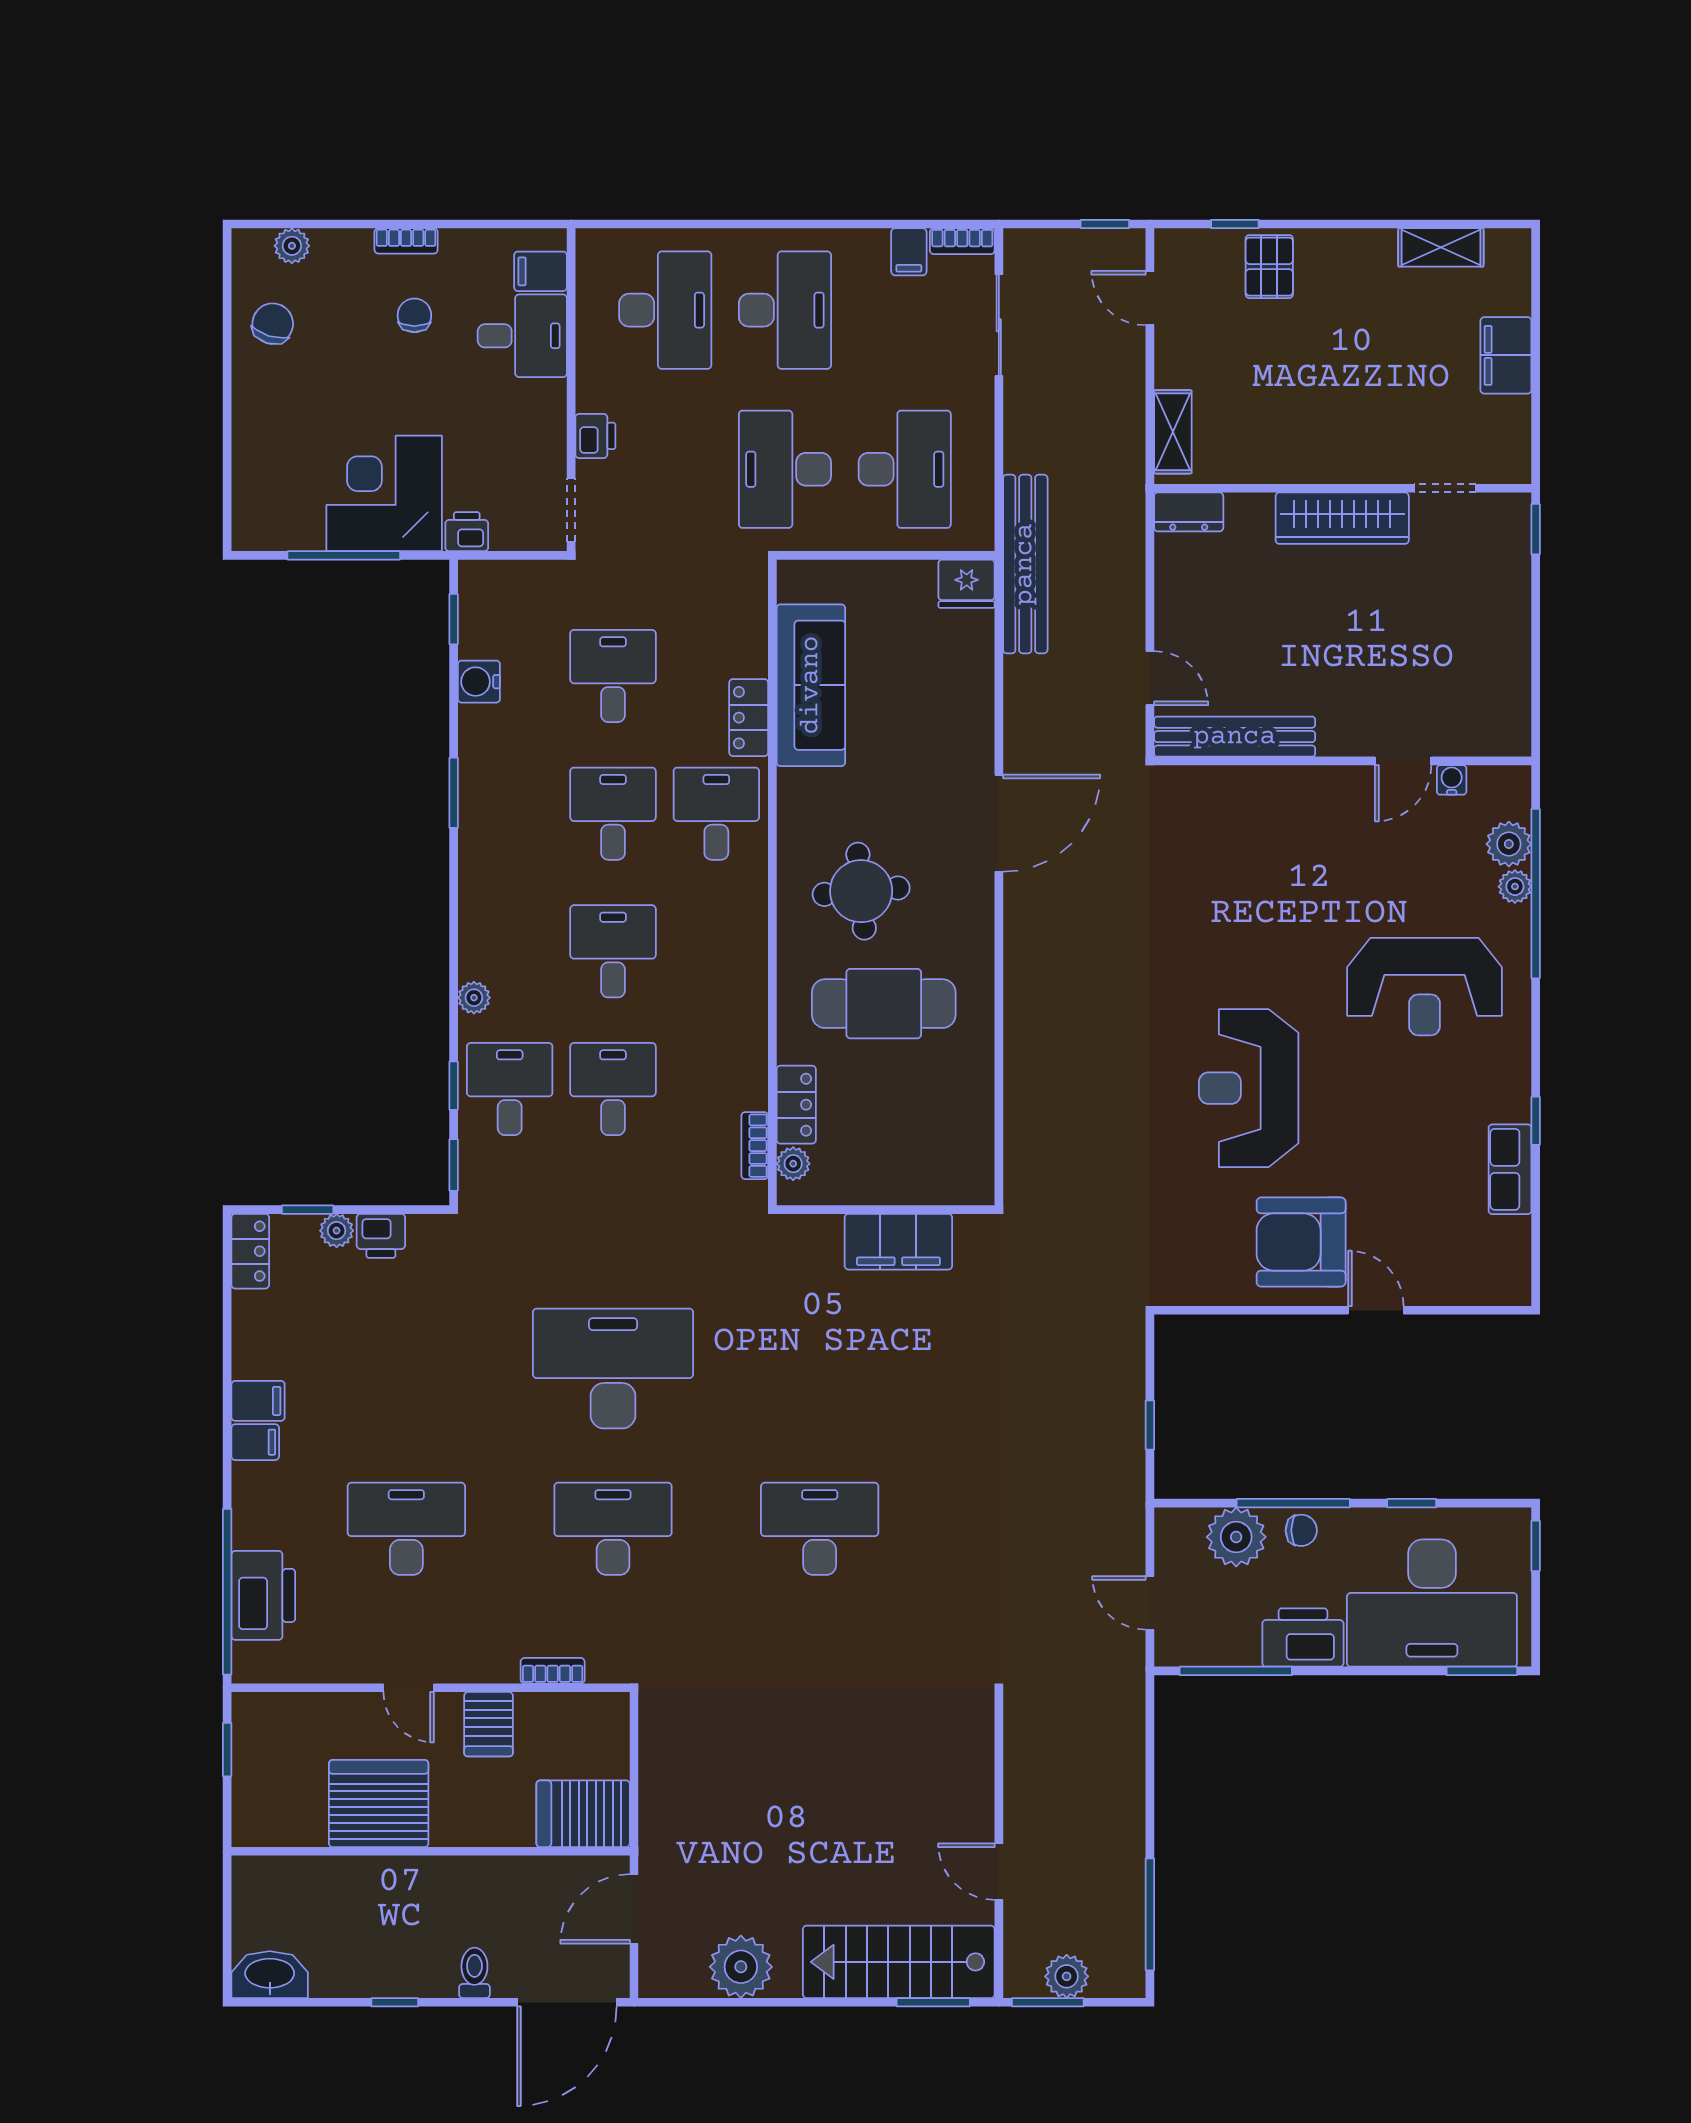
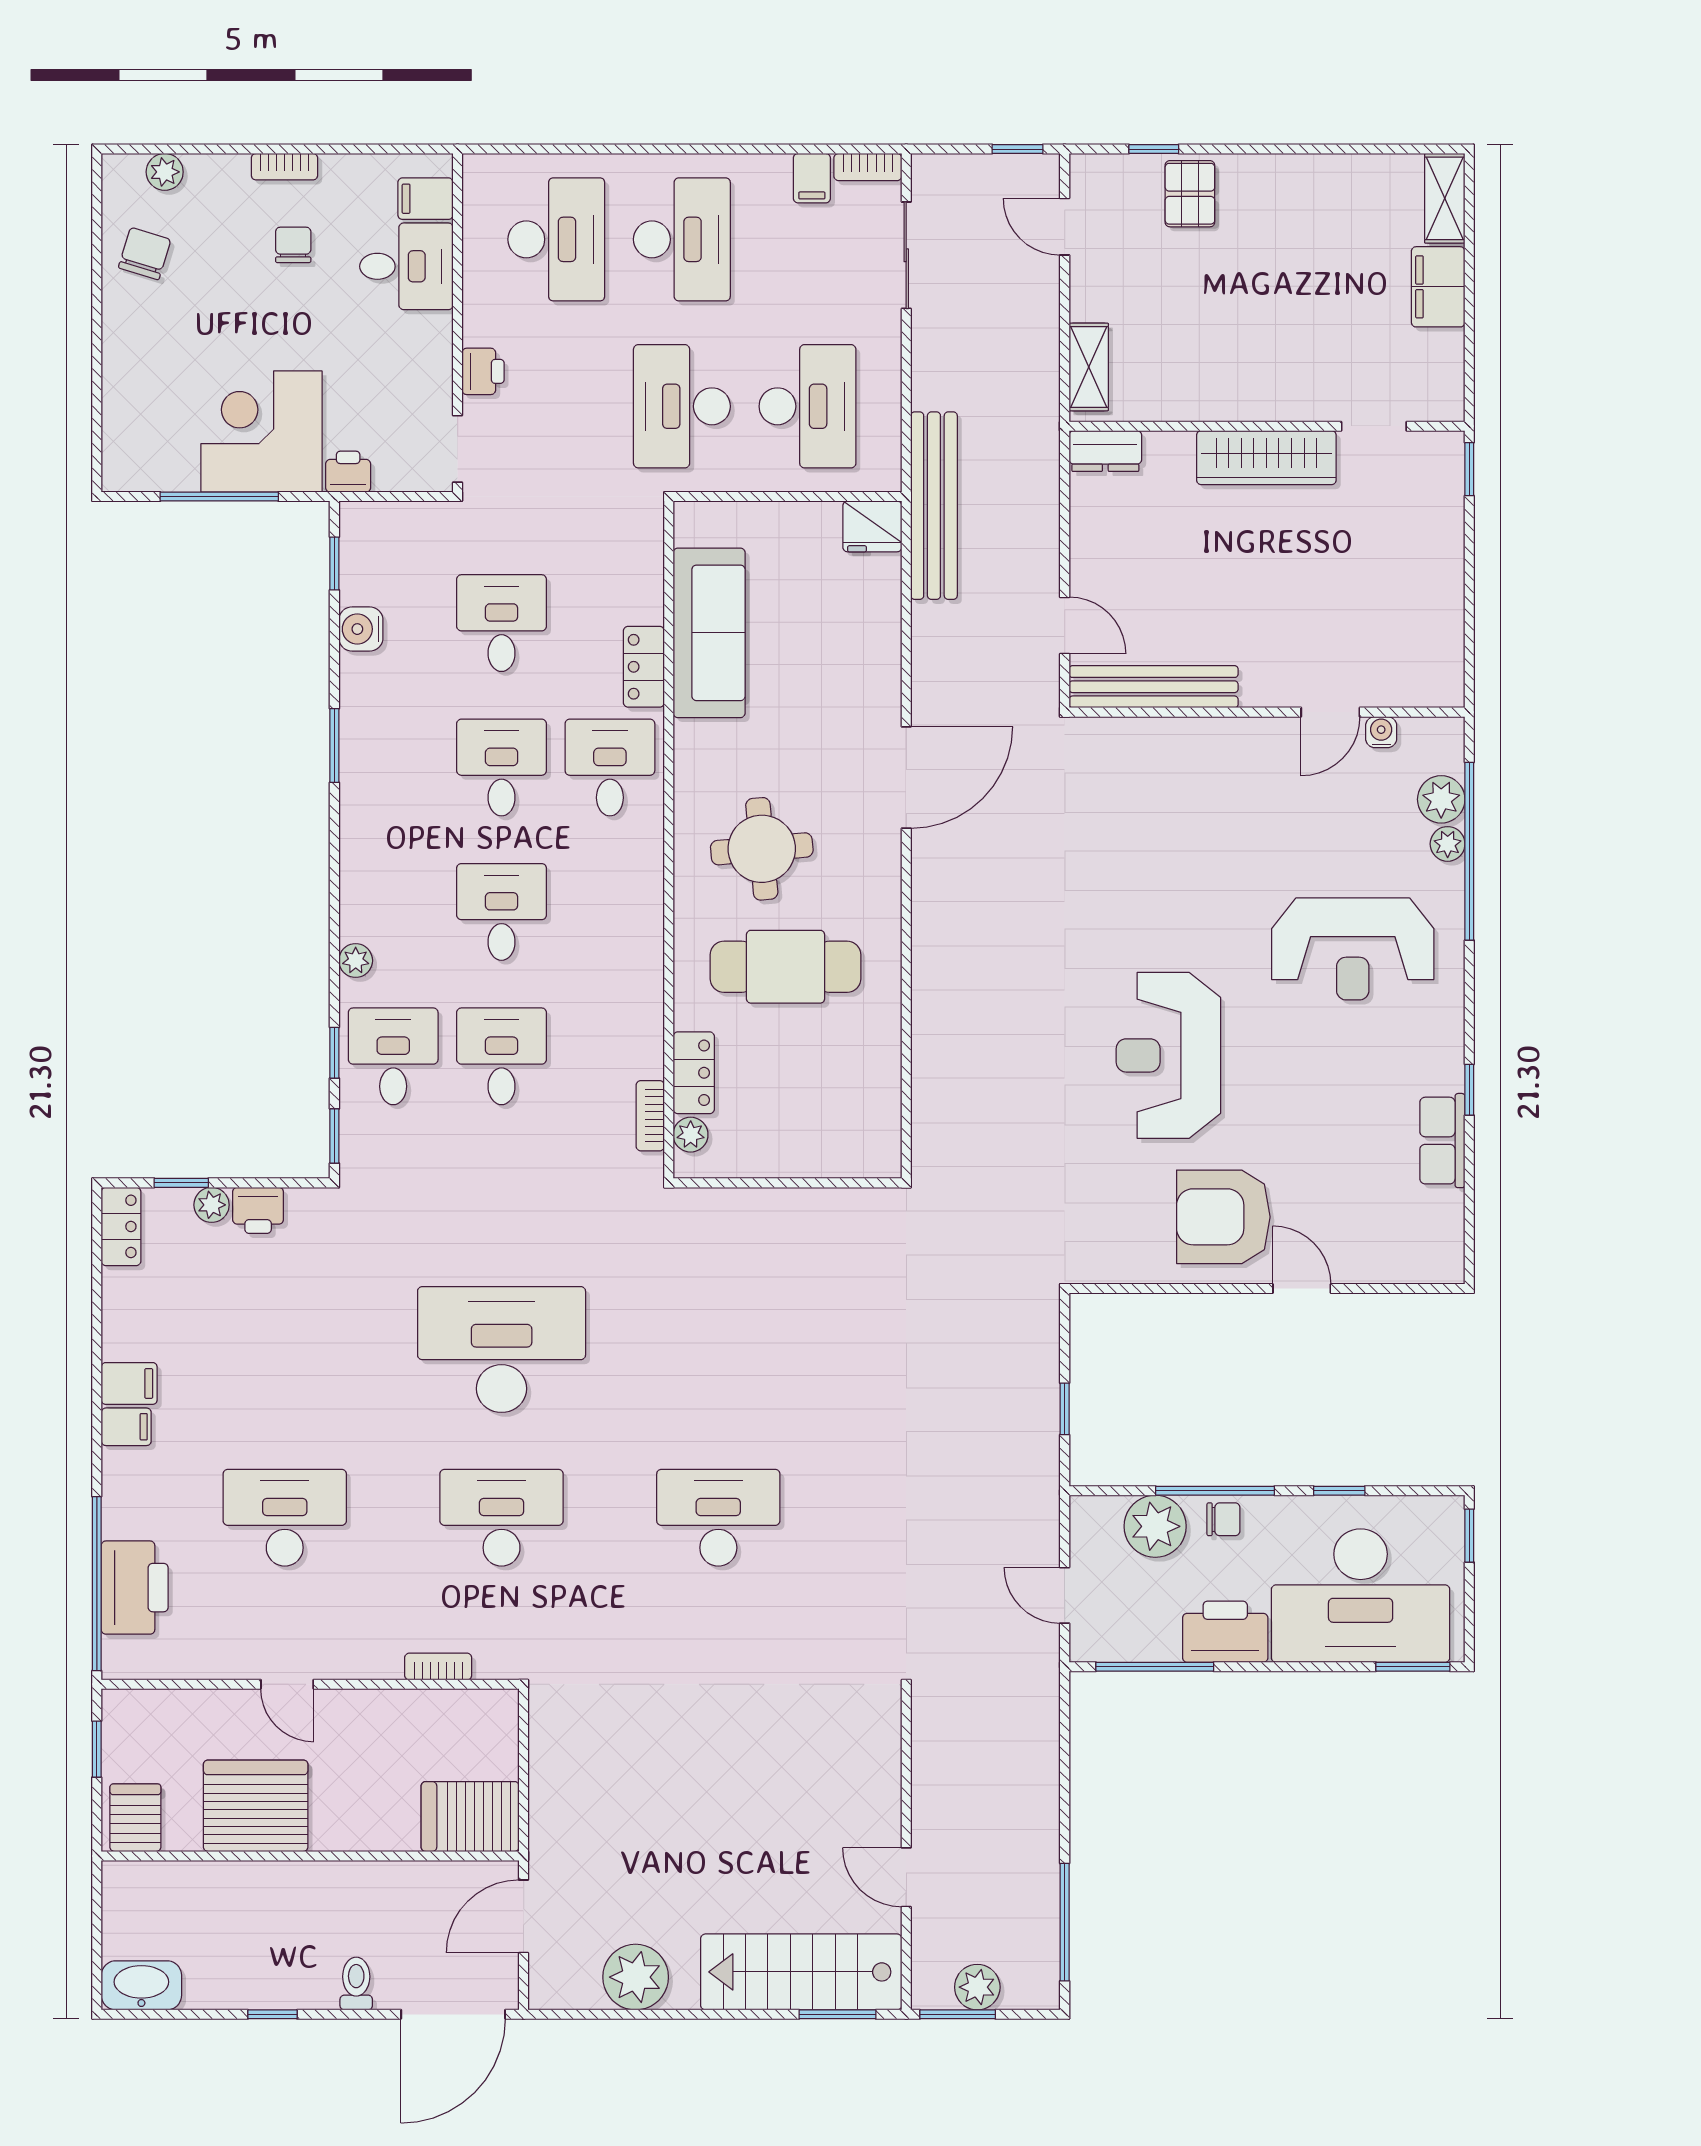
shelving: (1441, 247) -> (1445, 198), moved, turned 90
filing cabinet: (898, 1242) -> (801, 1216), removed
server rack: (489, 1724) -> (135, 1818), moved, turned 180

